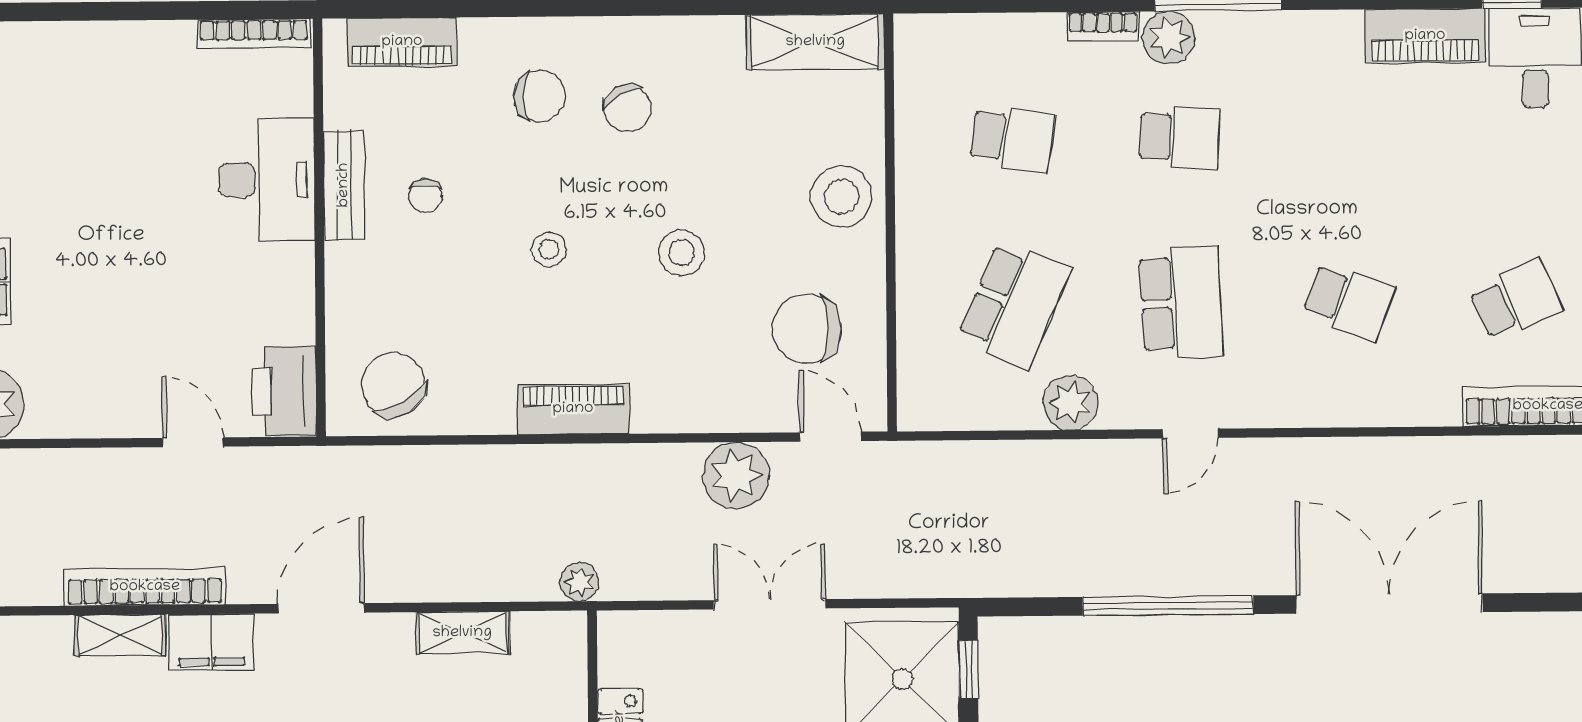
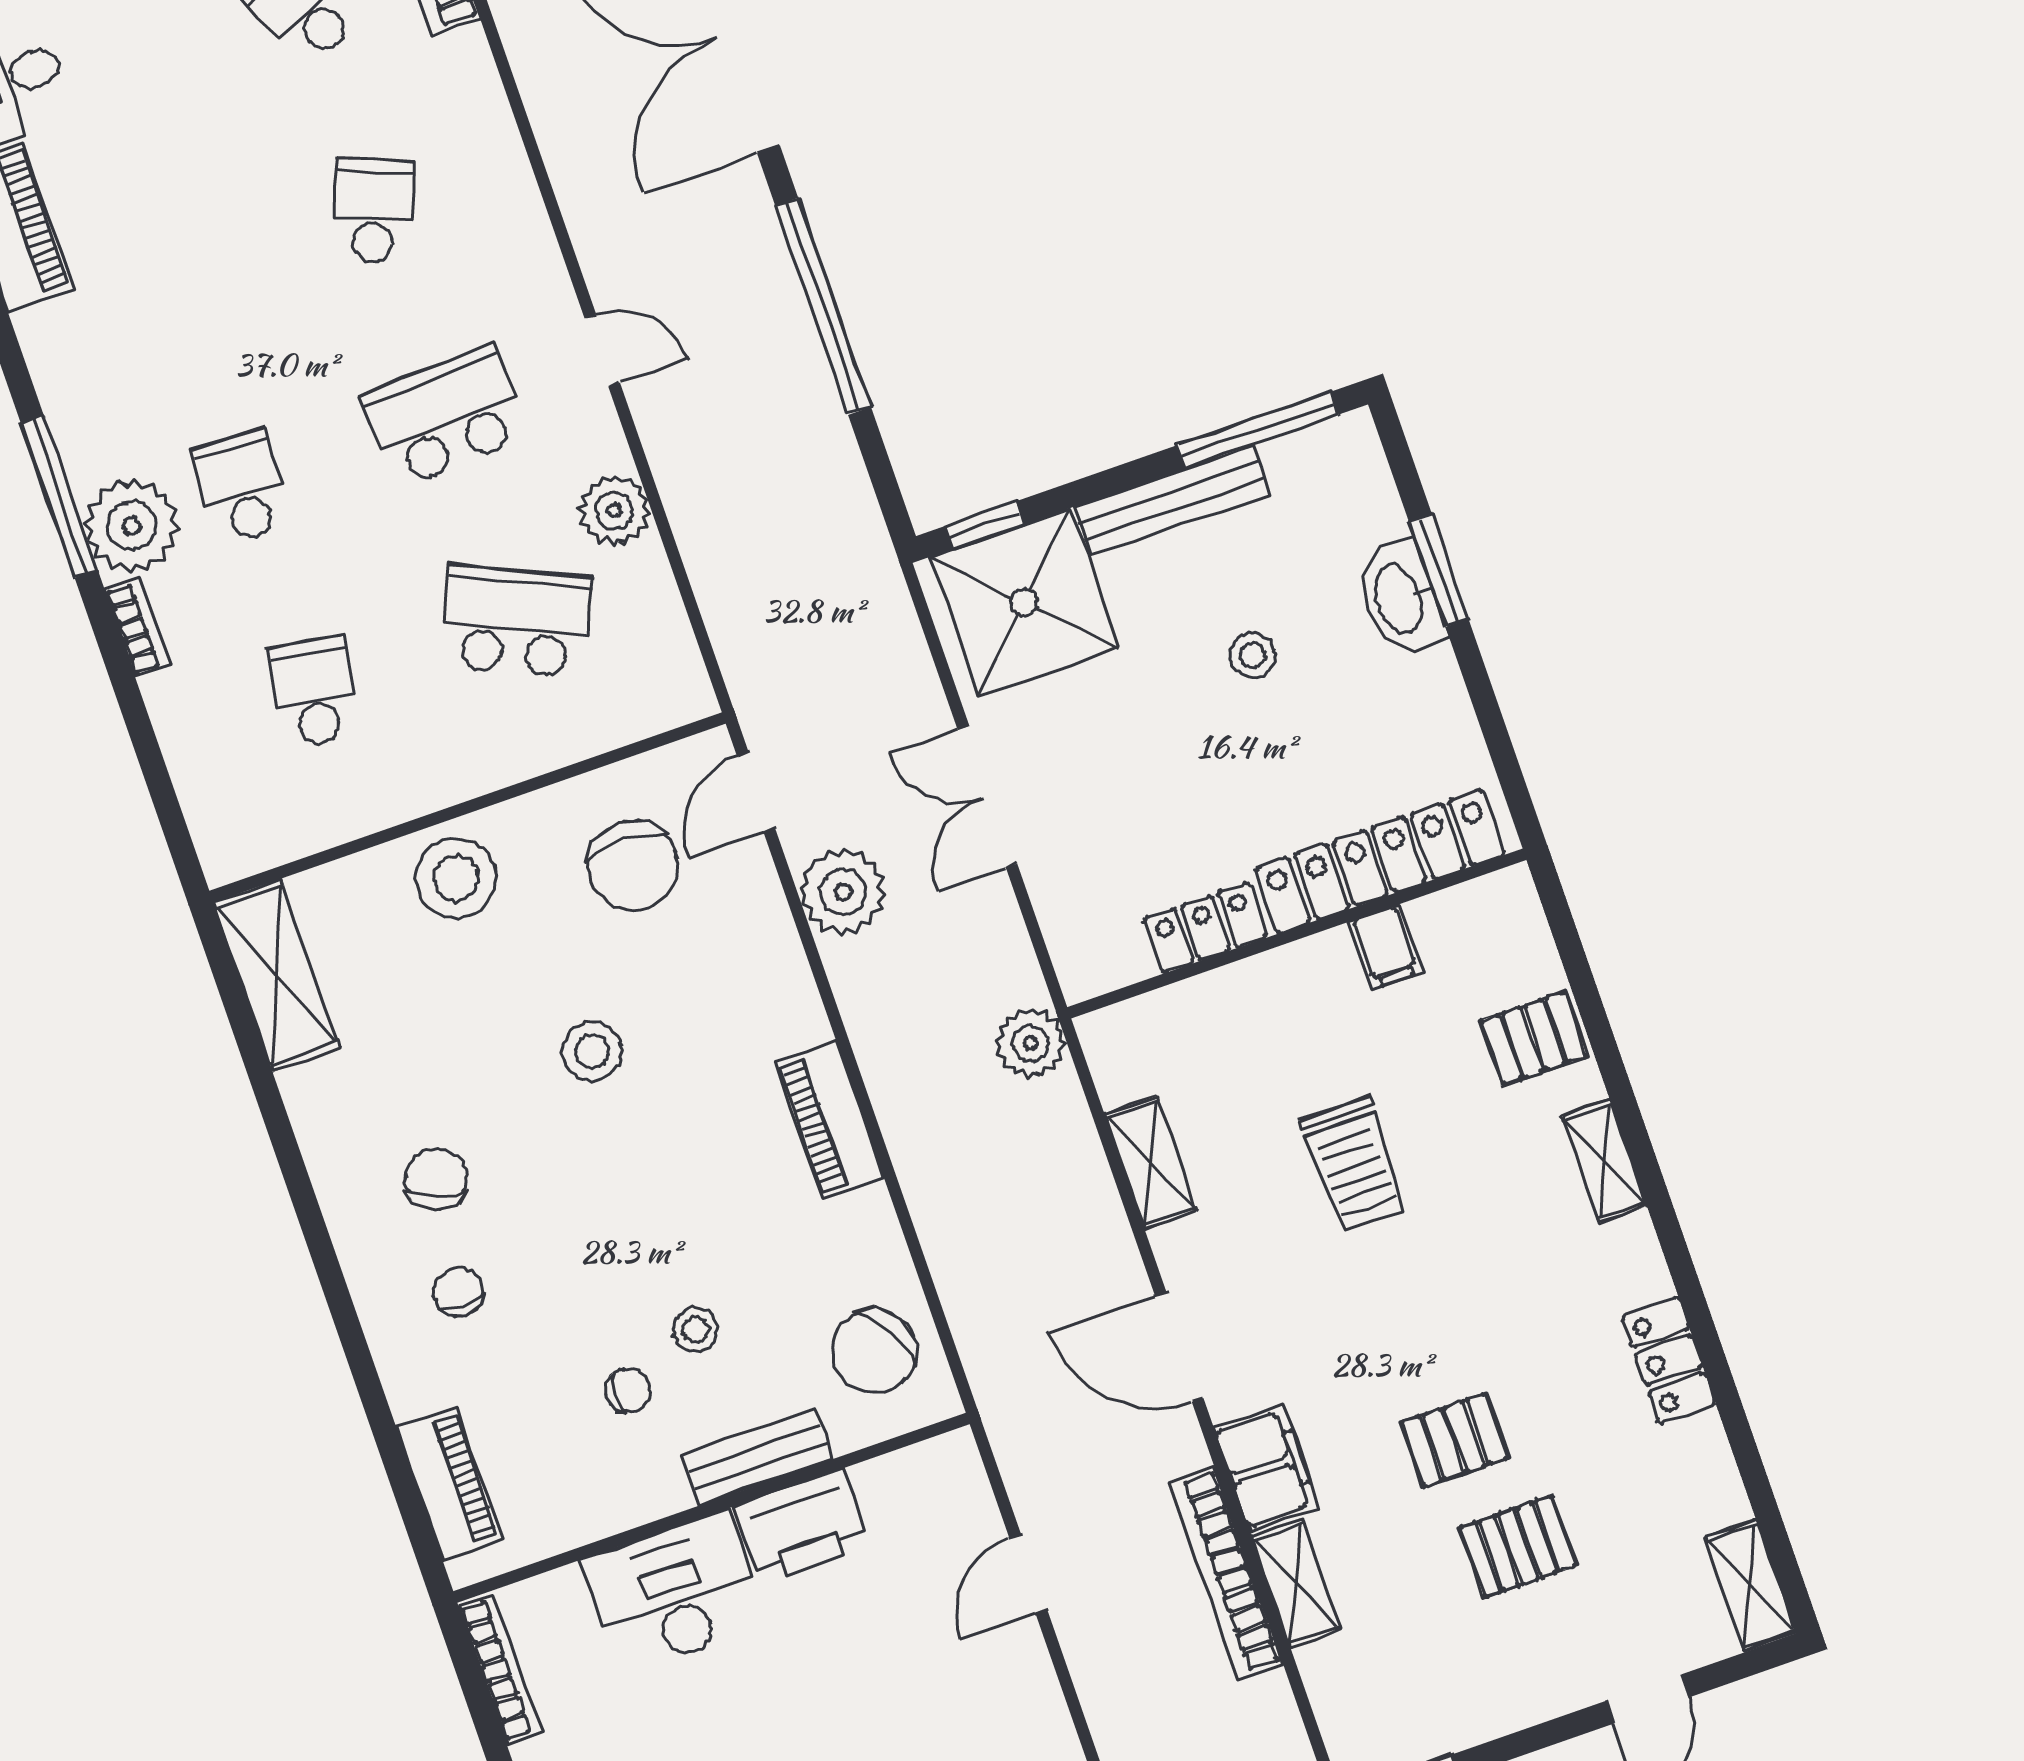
plant: (1169, 38) -> (132, 526), width x1.36, depth x1.36
chair: (540, 96) -> (458, 1291), width x0.73, depth x0.73
chair: (627, 108) -> (436, 1178), turned -41
bench: (344, 185) -> (757, 1457), moved
stool: (549, 249) -> (696, 1330), moved
printer: (284, 391) -> (802, 1527), moved
plant: (579, 582) -> (1031, 1043), width x1.38, depth x1.38

